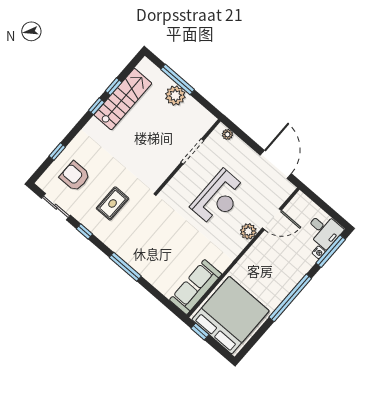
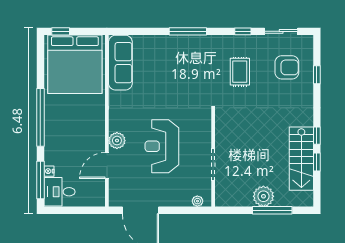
window: (200, 332) -> (61, 31), moved

